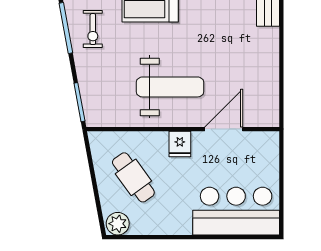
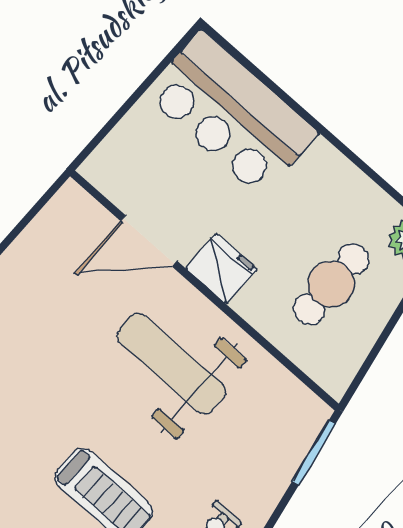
fridge: (180, 144) -> (221, 269), width x1.38
cafe table: (133, 177) -> (331, 284), turned 36

